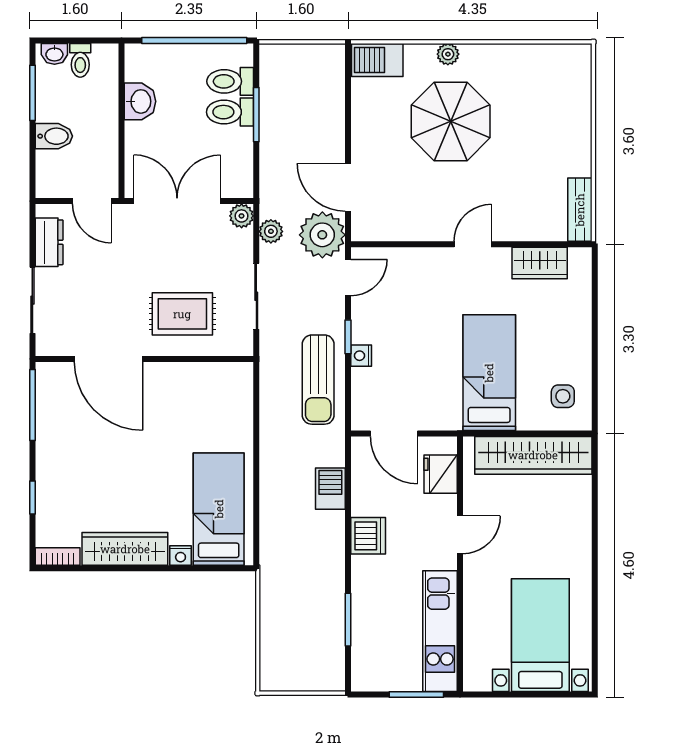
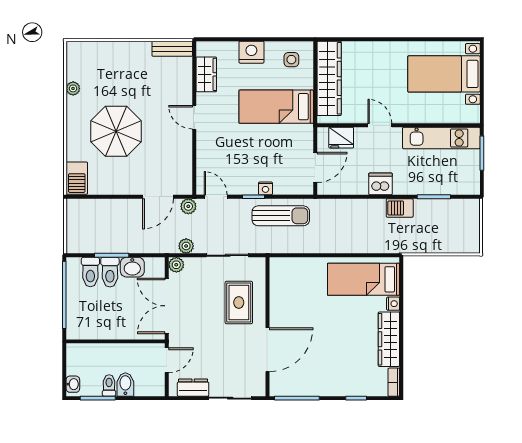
plant: (448, 54) -> (73, 88), moved
toilet: (80, 60) -> (109, 385), moved, turned -90
washbasin: (140, 101) -> (132, 267), moved, turned 180
plant: (322, 235) -> (188, 206), width x0.53, depth x0.53
nightstand: (575, 334) -> (251, 52), added
barbecue: (330, 489) -> (400, 208), moved

